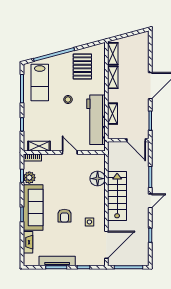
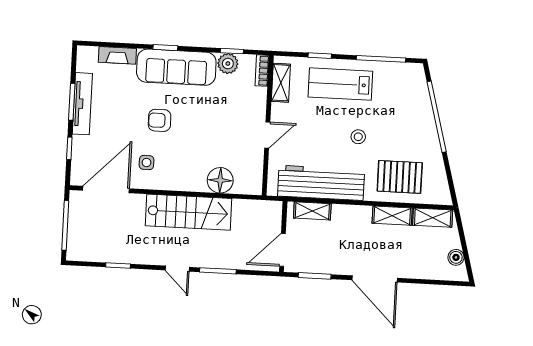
boiler: (135, 39) -> (456, 257), added
pallet: (82, 67) -> (400, 177), moved
lab bench: (40, 82) -> (340, 84), moved
shelving: (113, 114) -> (312, 211), moved
door: (106, 245) -> (106, 189), swing flipped

